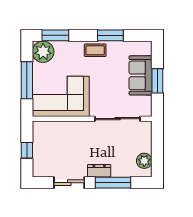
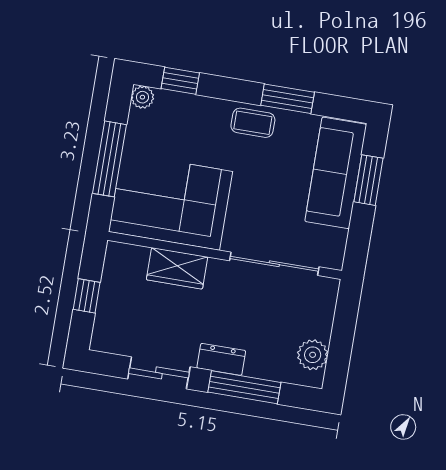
window: (55, 35) -> (180, 81), width x0.67
plant: (43, 52) -> (142, 97), width x0.53, depth x0.53
sofa: (141, 75) -> (336, 173), width x1.36
window: (157, 81) -> (368, 180), moved
wardrobe: (70, 129) -> (177, 268), added

